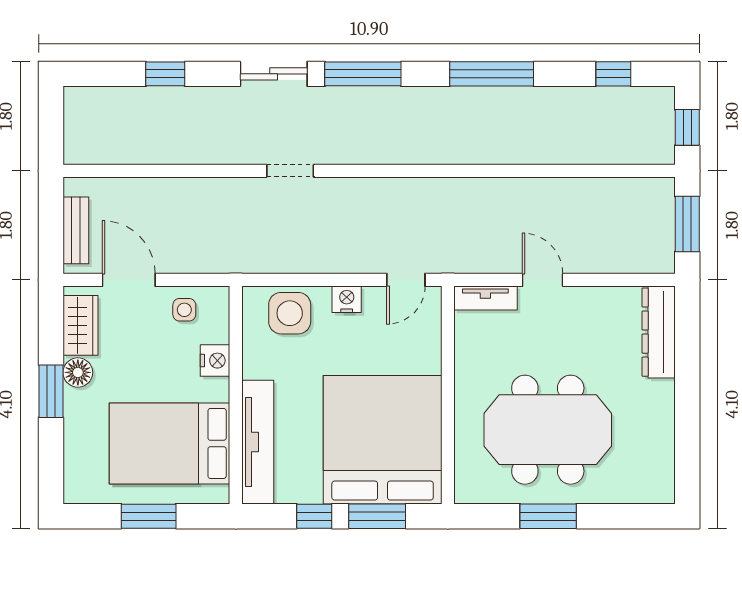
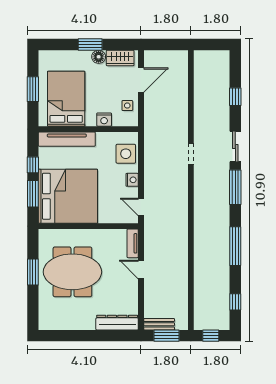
bench: (76, 230) -> (159, 324), moved
door: (543, 280) -> (141, 269), swing flipped
meeting table: (548, 430) -> (72, 272), turned 90

